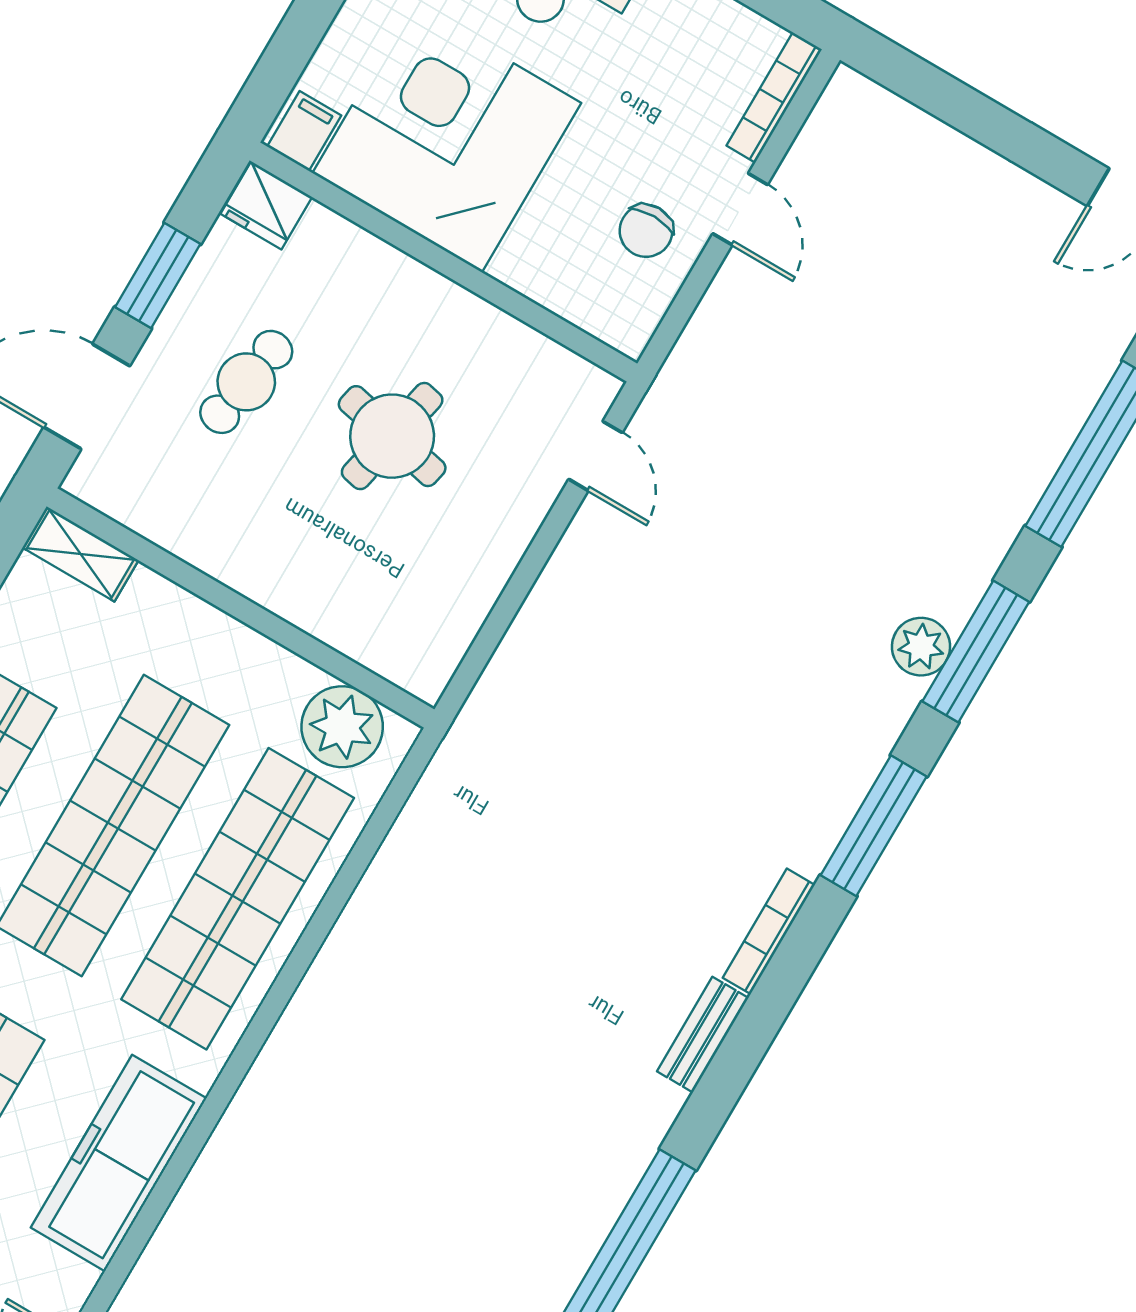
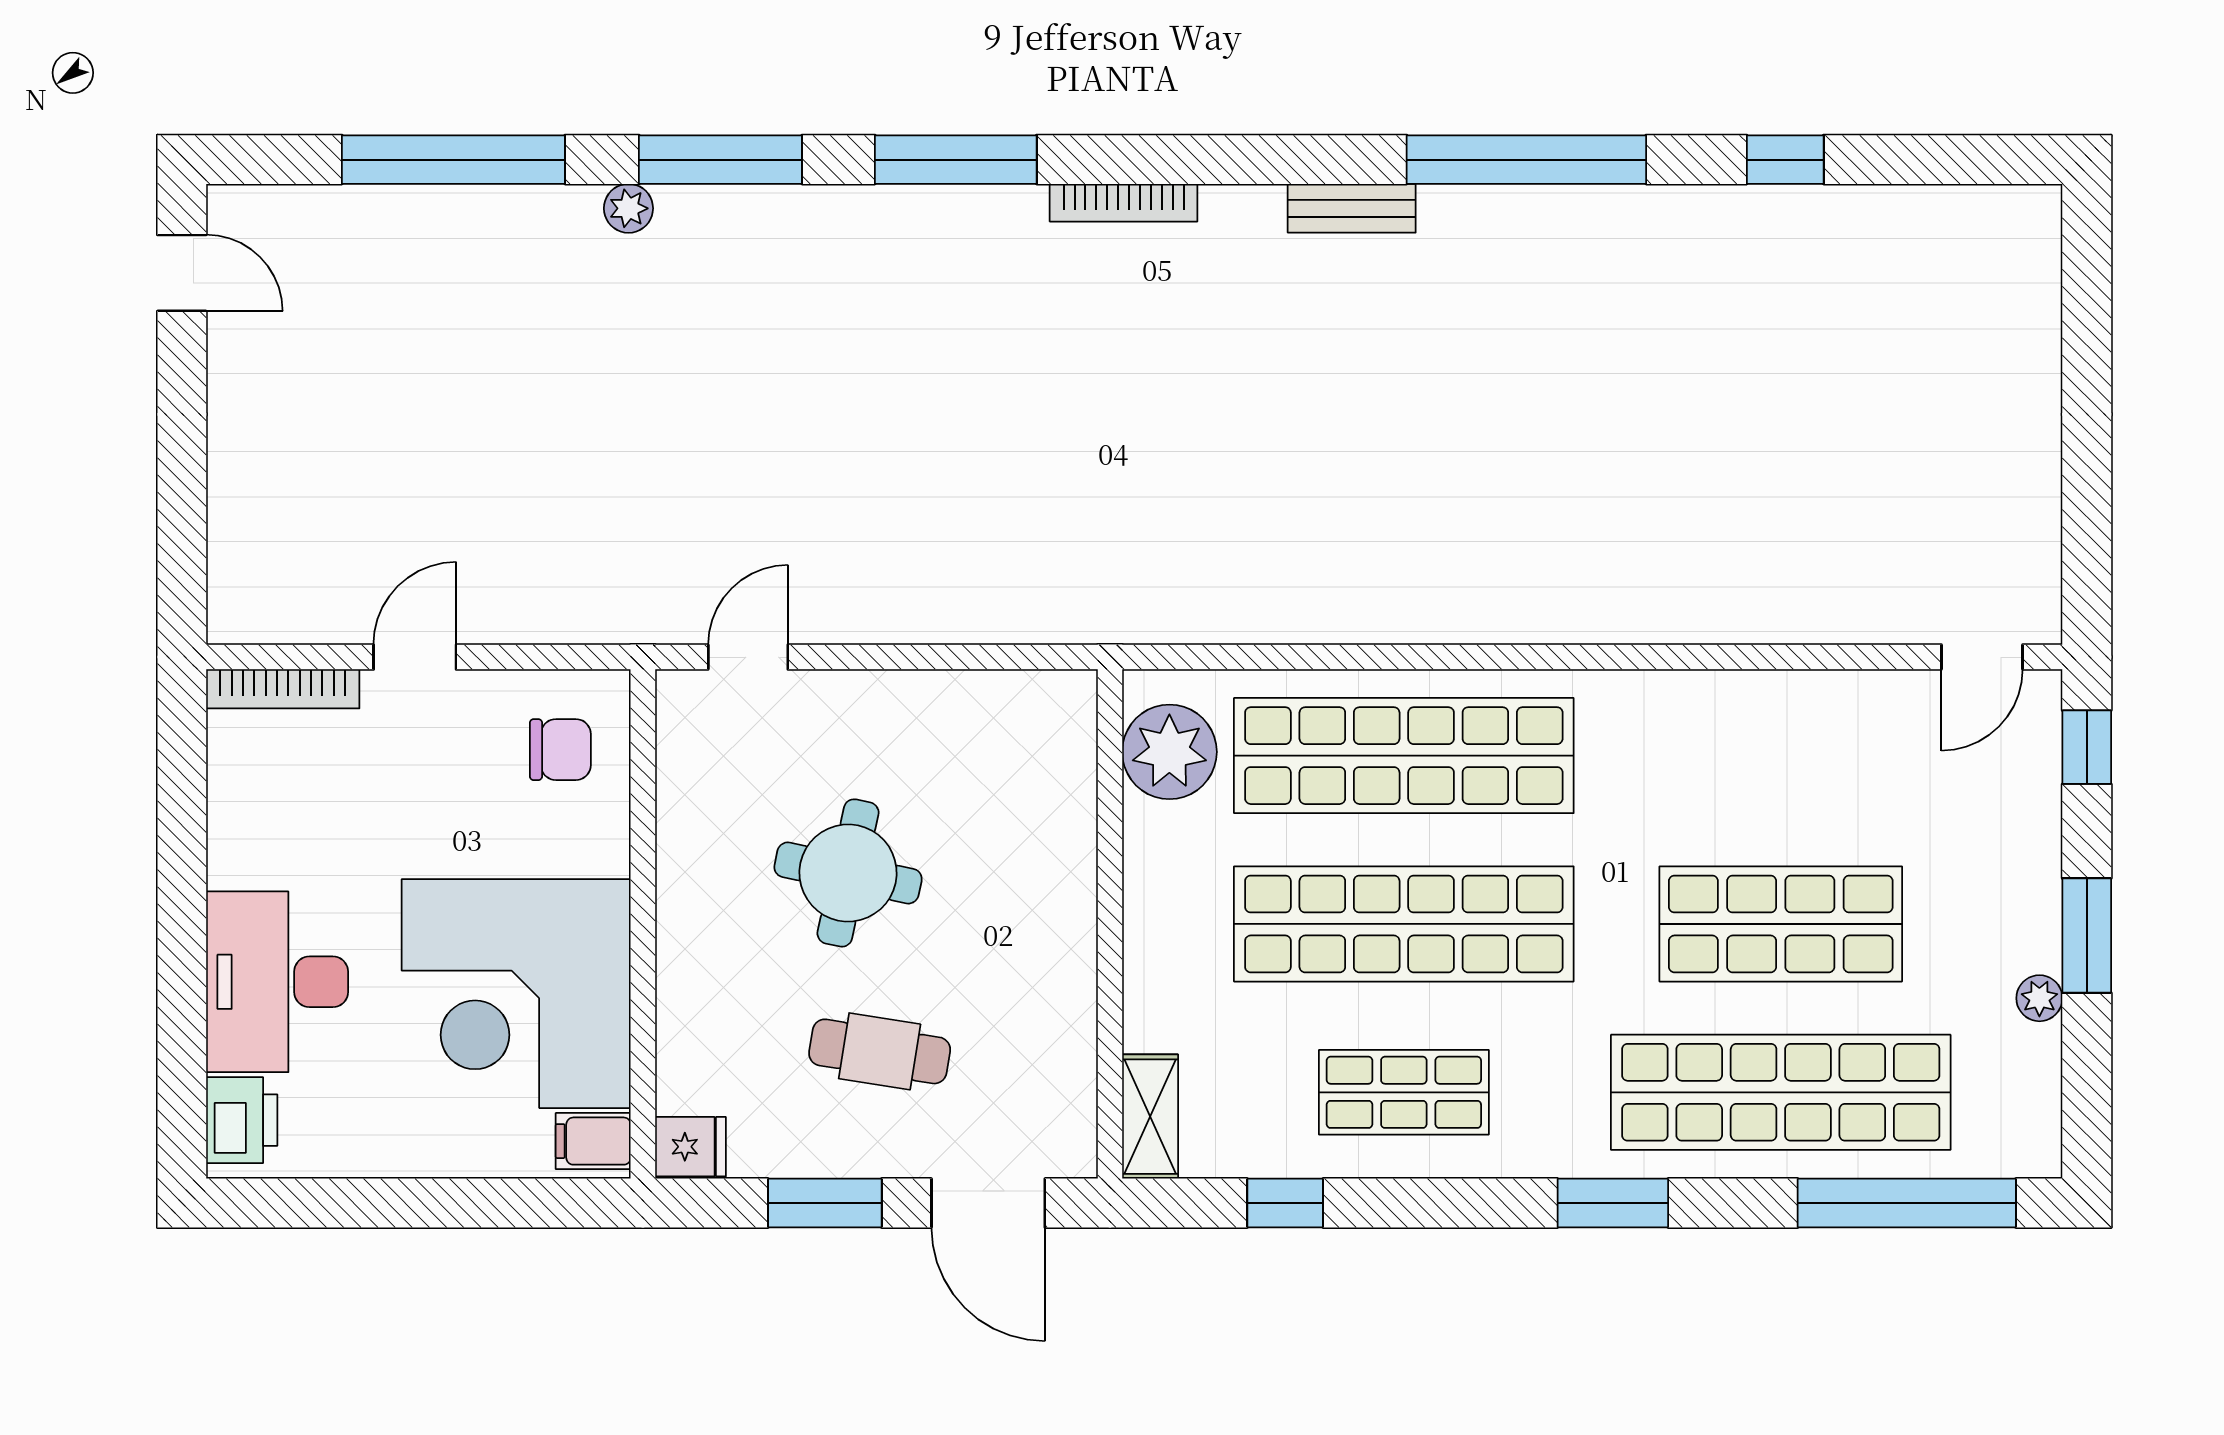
fridge: (266, 205) -> (690, 1147), width x0.72
chair: (646, 231) -> (560, 750), moved
plant: (921, 647) -> (628, 208), moved, width x0.73, depth x0.73
bench: (703, 1035) -> (1352, 208), moved
freezer: (119, 1163) -> (1739, 719), removed

